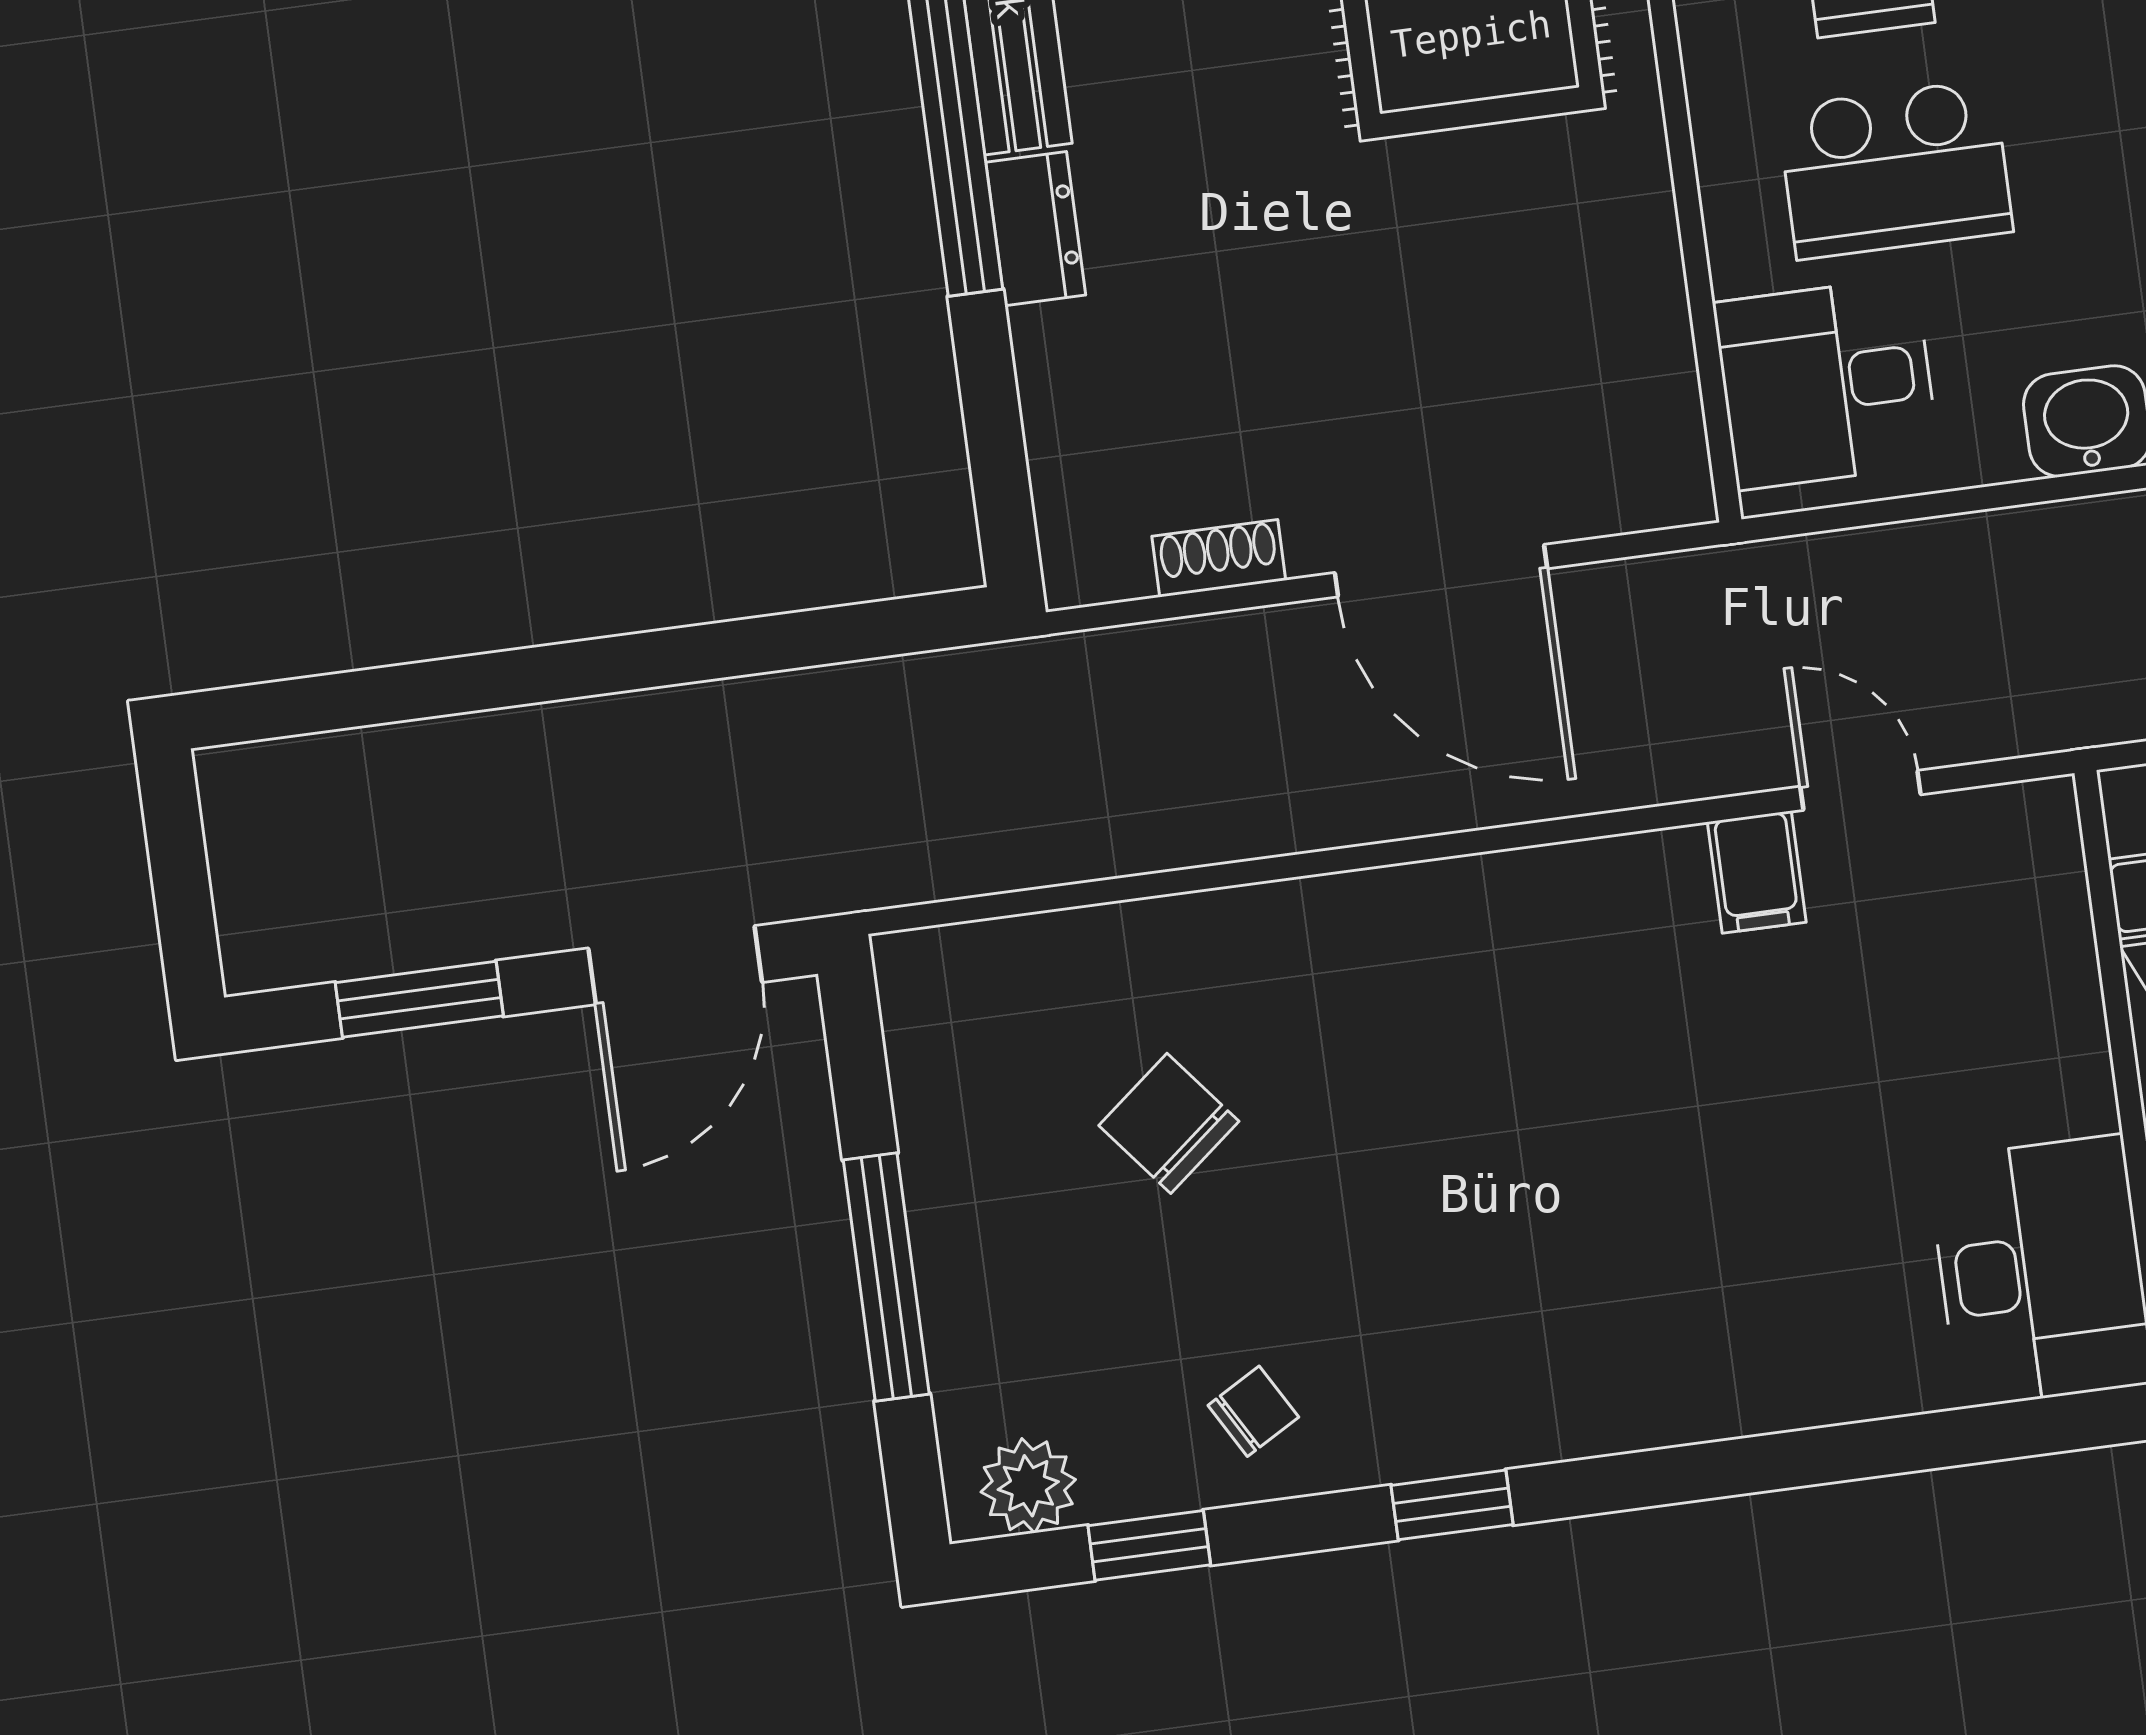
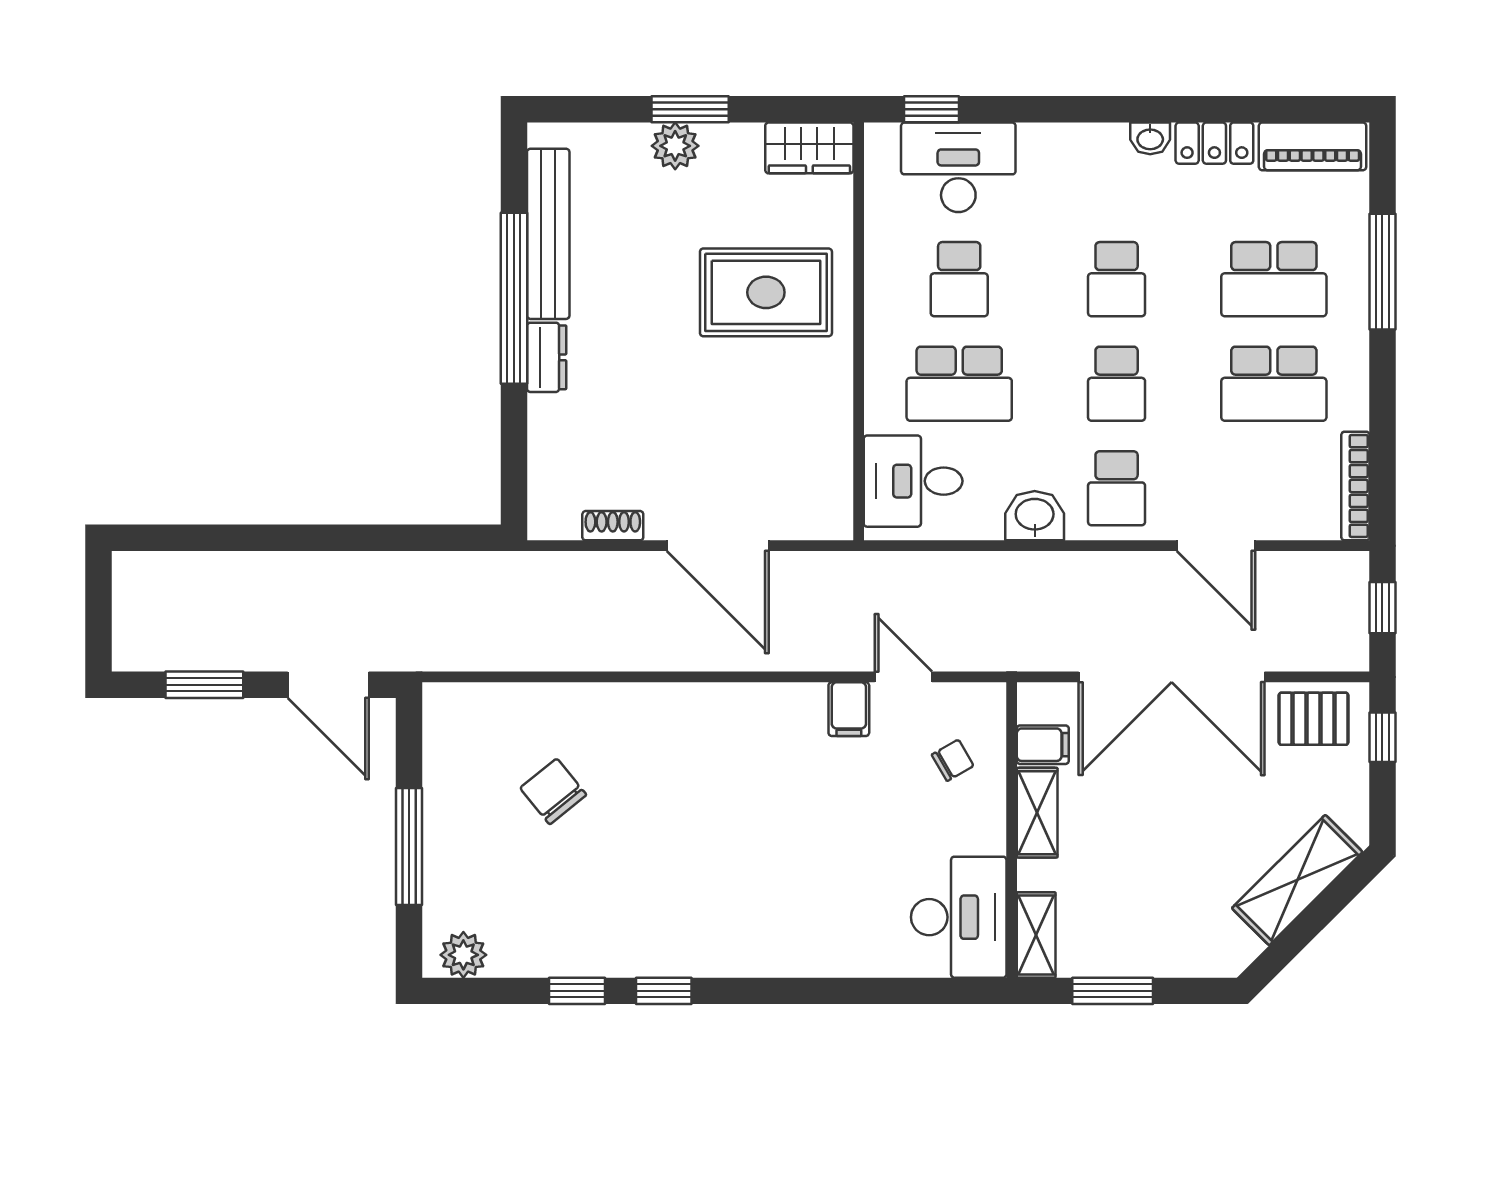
door: (675, 965) -> (328, 685), hinge flipped
chair: (1253, 1411) -> (953, 760), moved
window: (1149, 1545) -> (577, 991), moved

